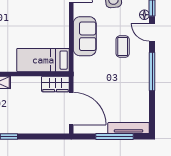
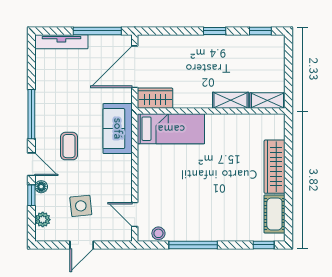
sofa: (85, 36) -> (118, 129), moved
door: (71, 109) -> (135, 67), hinge flipped
window: (114, 136) -> (97, 31), moved

